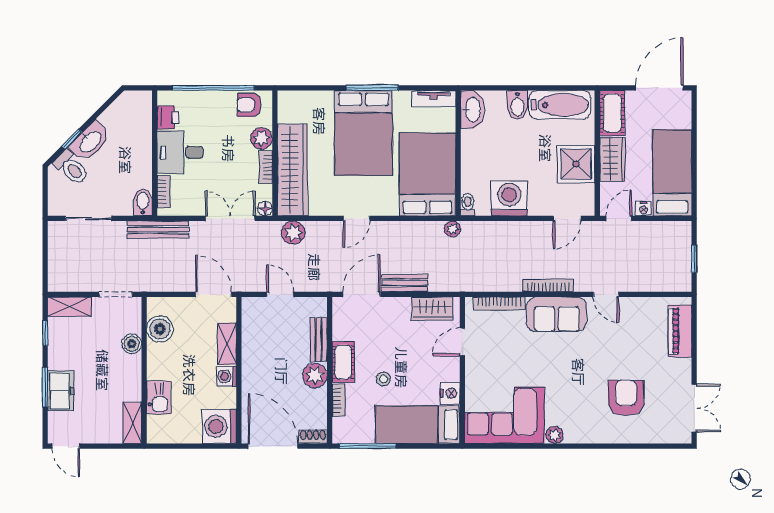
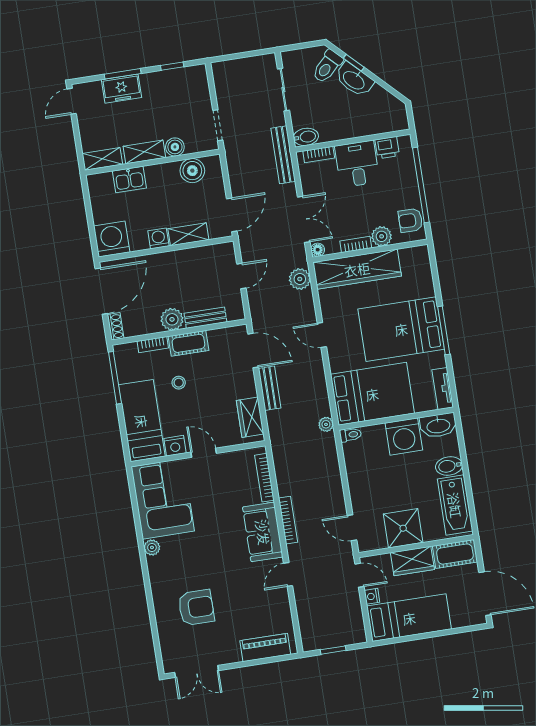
armchair: (249, 105) -> (410, 220), turned -90
washing machine: (509, 198) -> (404, 436), moved, turned 90
shelving: (69, 307) -> (144, 152), moved, turned 90
door: (462, 342) -> (204, 453), moved

